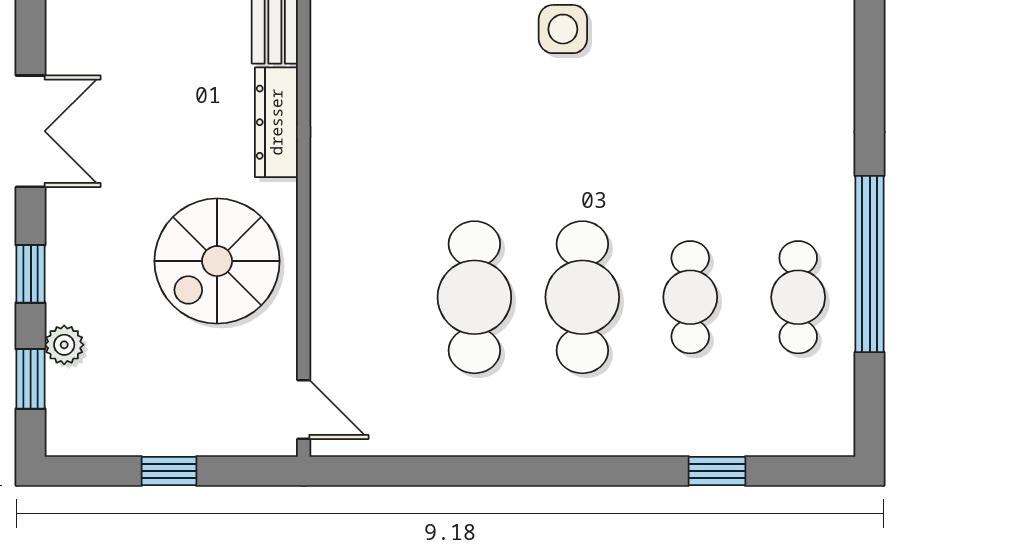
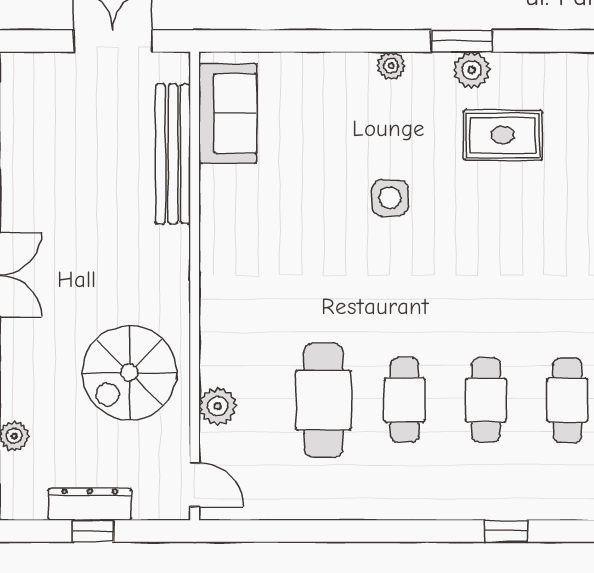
dresser: (276, 122) -> (90, 504), moved, turned 90
cafe table: (582, 297) -> (405, 400), width x0.73, depth x0.74
plant: (334, 305) -> (218, 406), added

